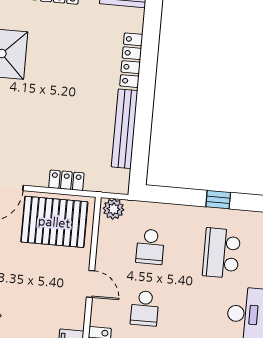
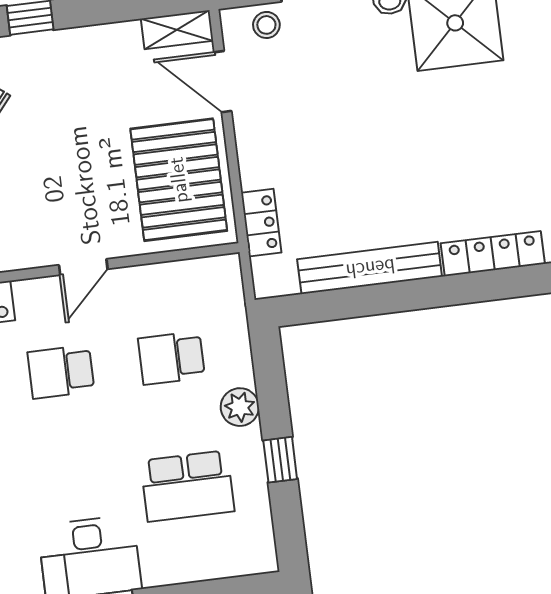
locker: (66, 180) -> (261, 223), moved
plant: (114, 209) -> (240, 407), moved
school desk: (222, 253) -> (187, 486), turned 180

